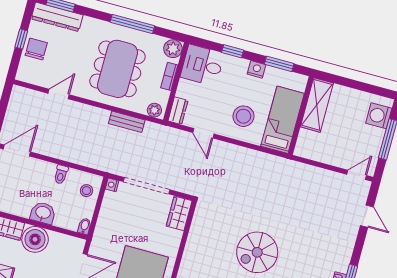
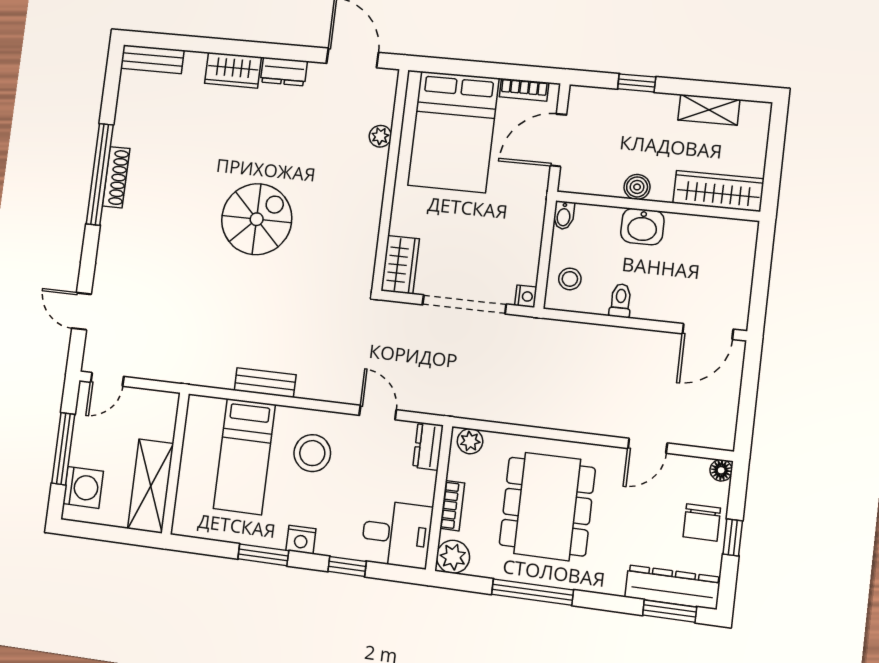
floor lamp: (22, 75) -> (721, 470), added
shelving: (317, 105) -> (151, 486), moved
wall: (301, 116) -> (175, 463), moved
bench: (127, 122) -> (265, 383), moved
boiler: (35, 239) -> (637, 187), width x0.54, depth x0.54

